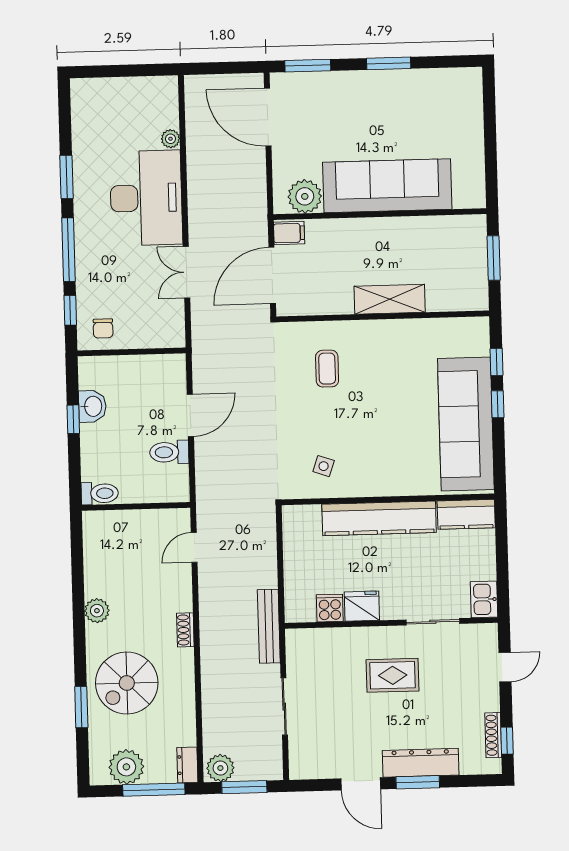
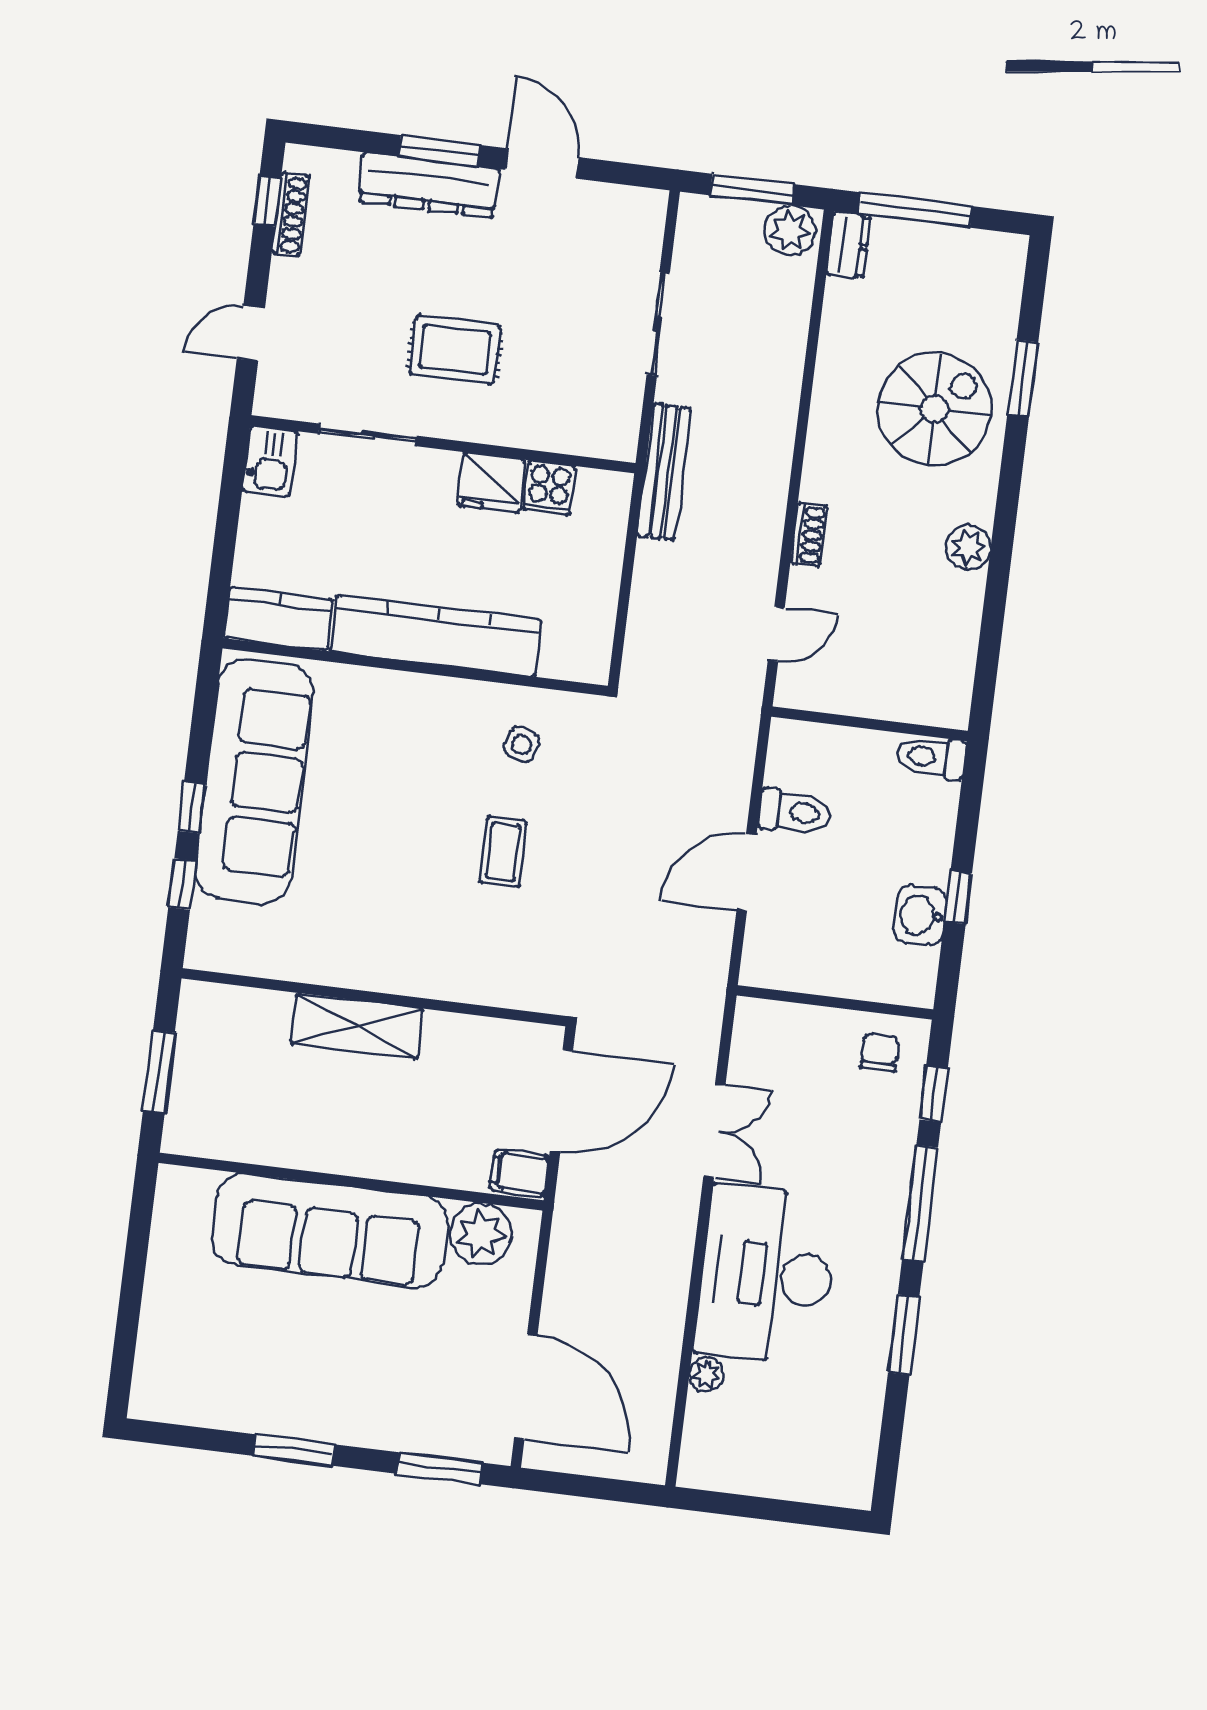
coffee table: (327, 369) -> (503, 852), moved
shoe rack: (185, 630) -> (809, 535), moved
plant: (126, 767) -> (958, 258), removed

